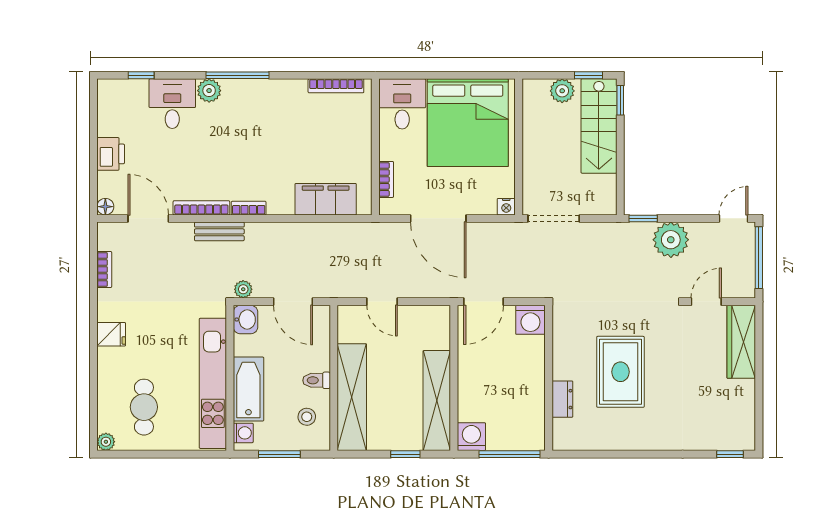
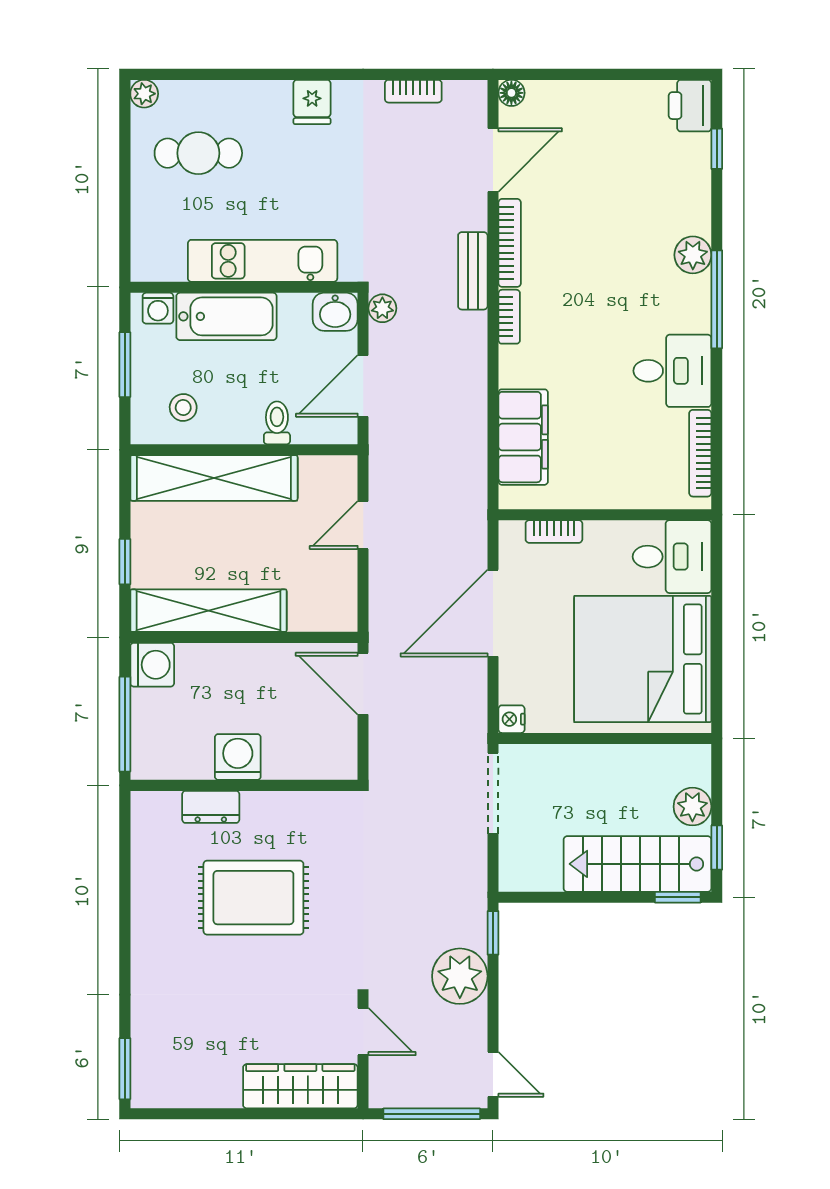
desk: (172, 104) -> (672, 371), moved
printer: (111, 154) -> (690, 106), moved, turned 90
washing machine: (530, 320) -> (238, 757), moved, turned 90
toilet: (317, 380) -> (277, 423), moved
kitchen unit: (213, 383) -> (263, 261), width x0.73
window: (730, 454) -> (125, 1069), width x1.50

